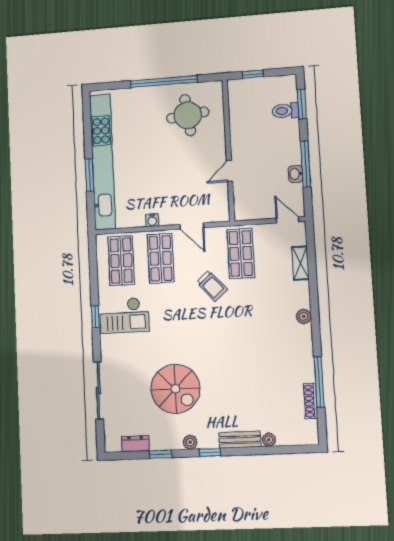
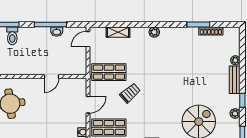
door: (230, 171) -> (51, 77), hinge flipped
window: (319, 382) -> (198, 25), width x0.69

